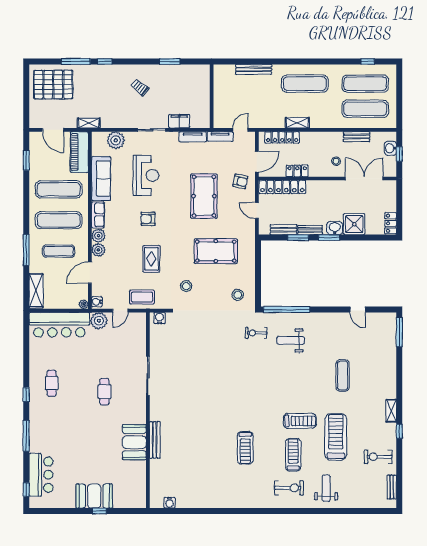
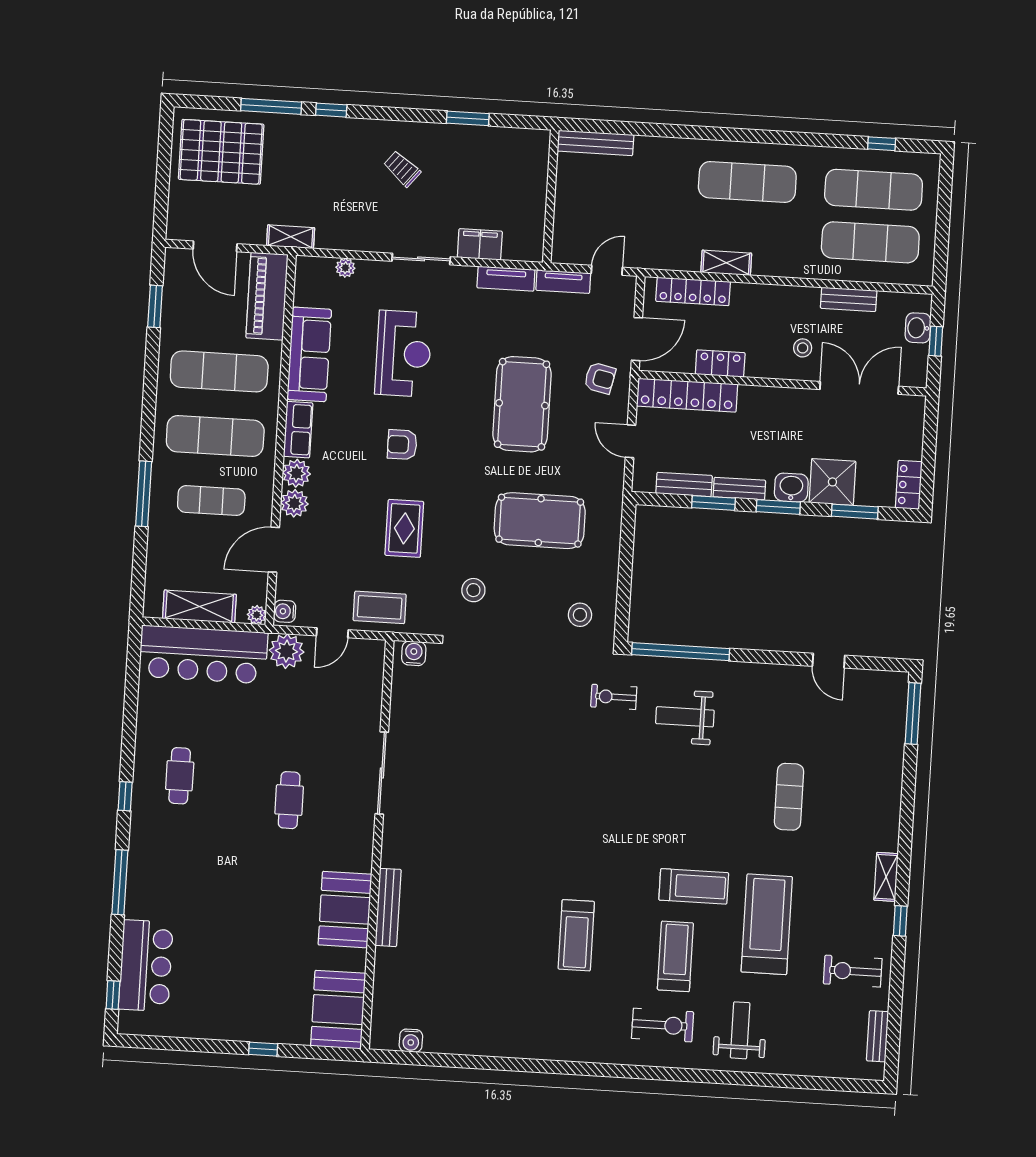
bench: (254, 69) -> (596, 143), moved
plant: (116, 140) -> (345, 268), width x0.53, depth x0.53
window: (366, 238) -> (855, 512), added
shelving: (36, 291) -> (199, 607), moved, turned 90
booth: (94, 496) -> (338, 1010), moved, turned 90

